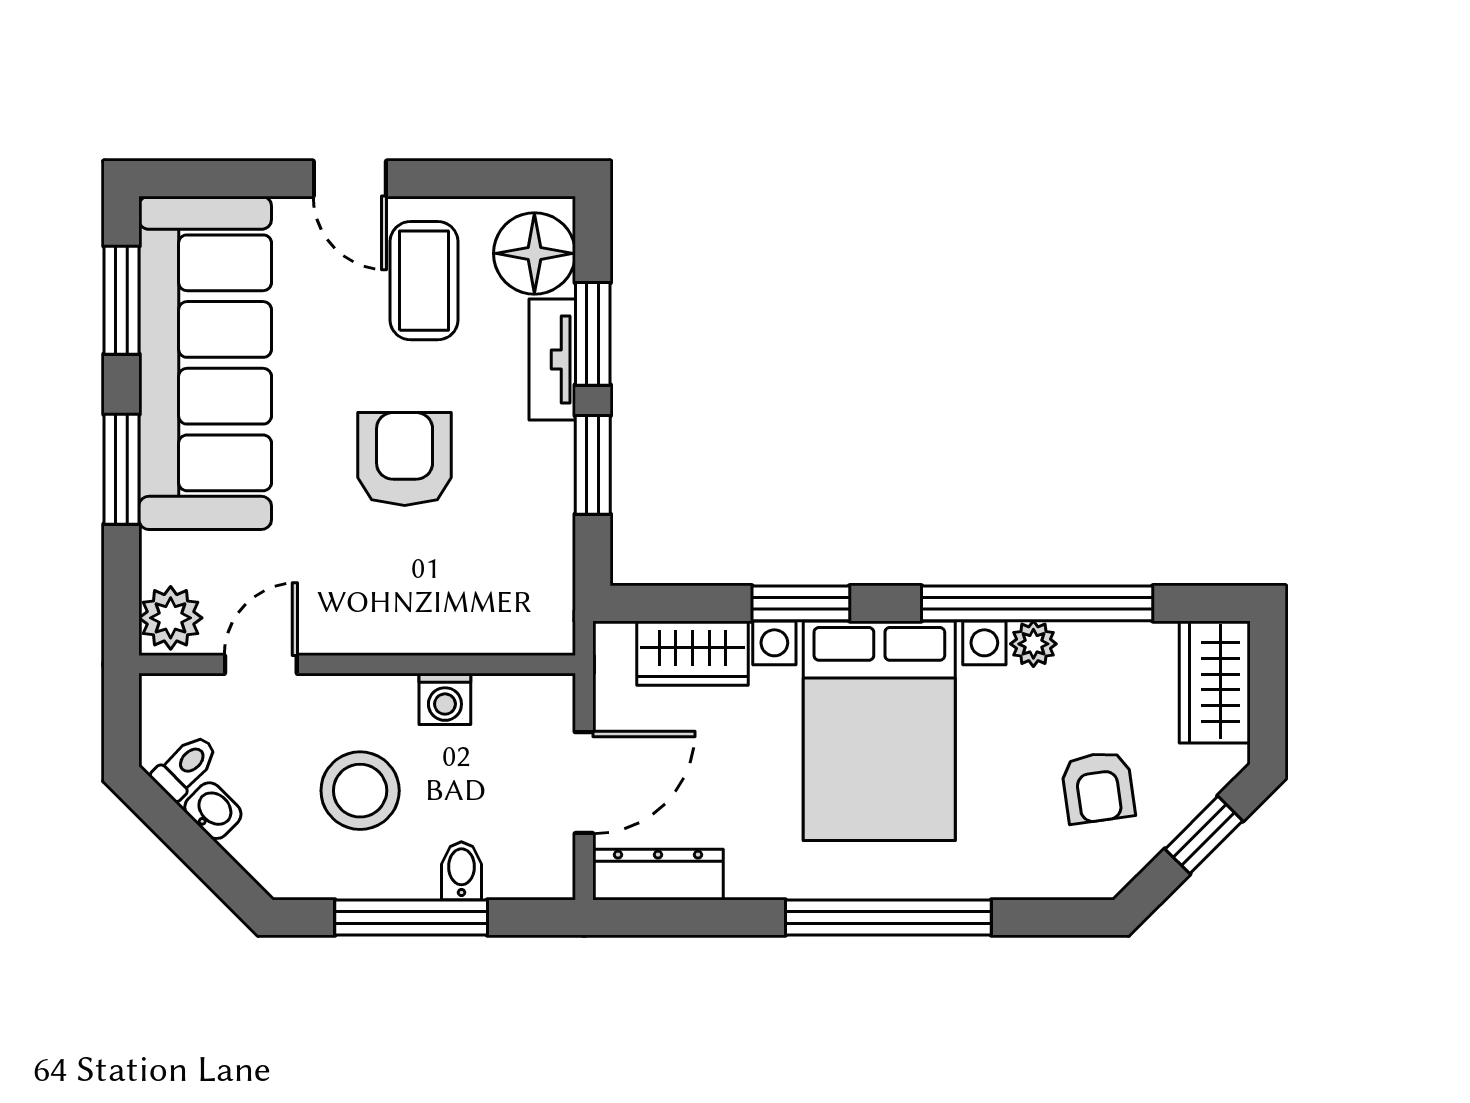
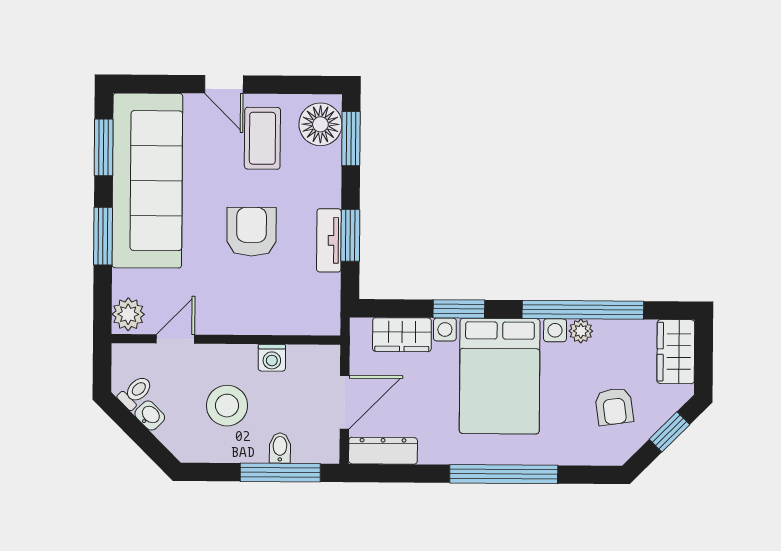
window: (593, 334) -> (351, 139), moved
tv unit: (552, 360) -> (329, 240), moved
window: (411, 918) -> (280, 473), moved

